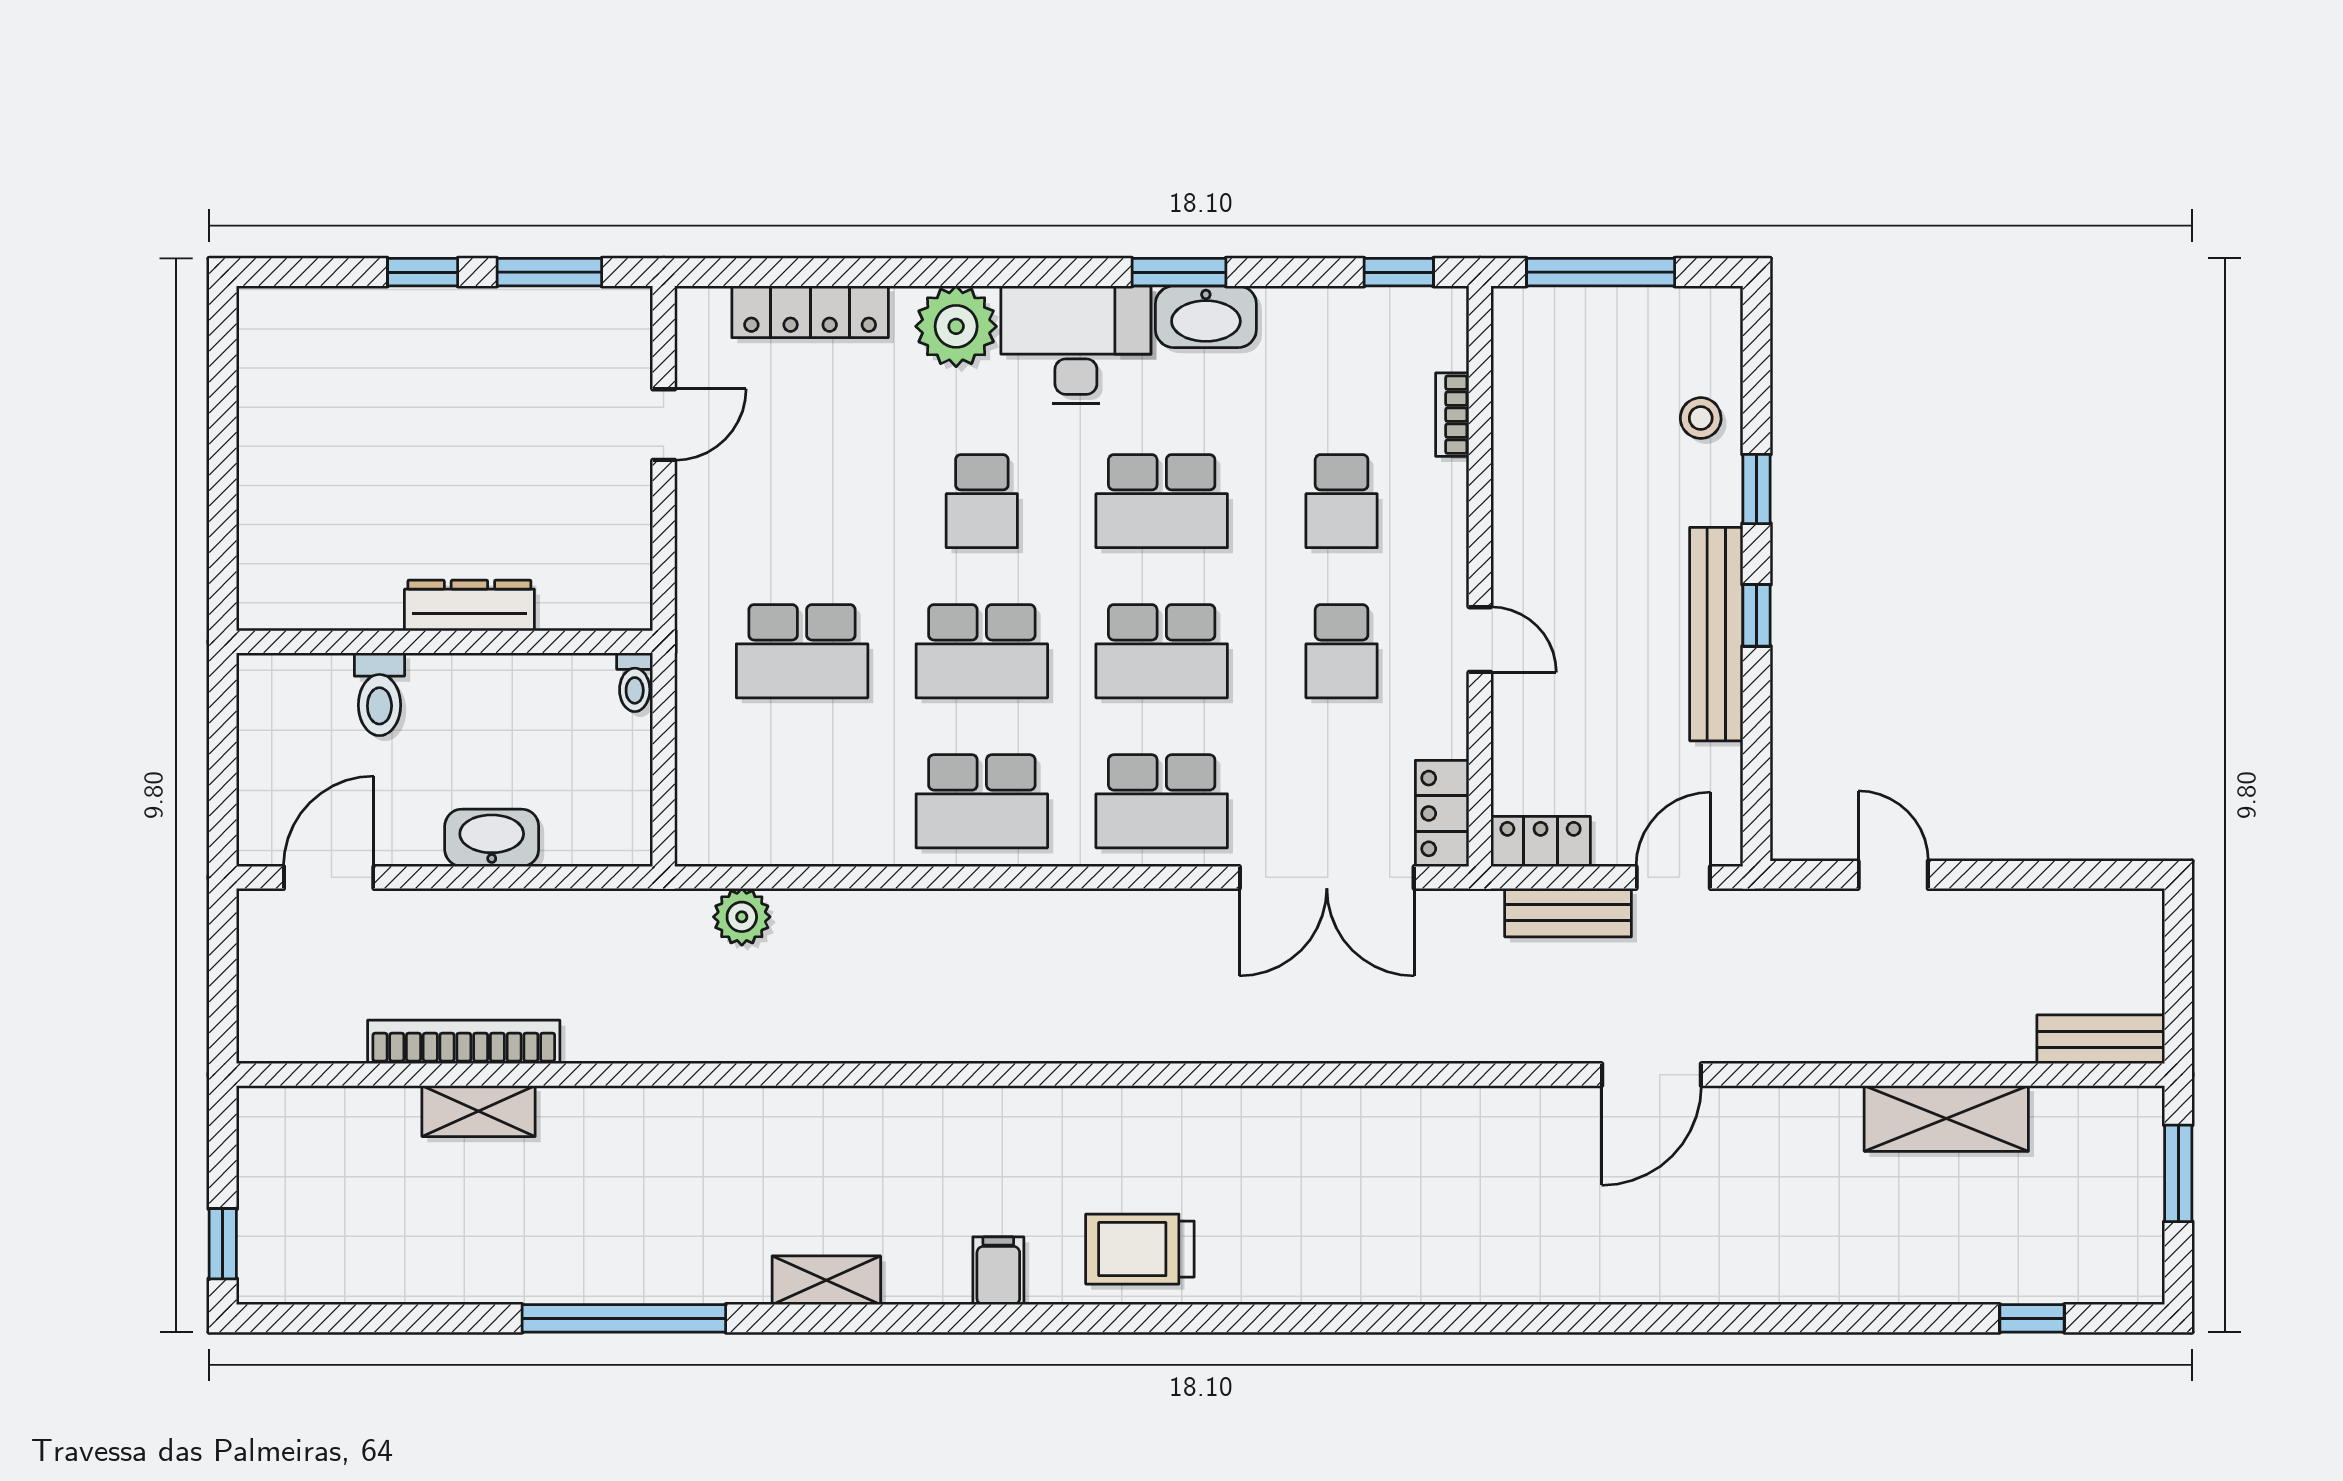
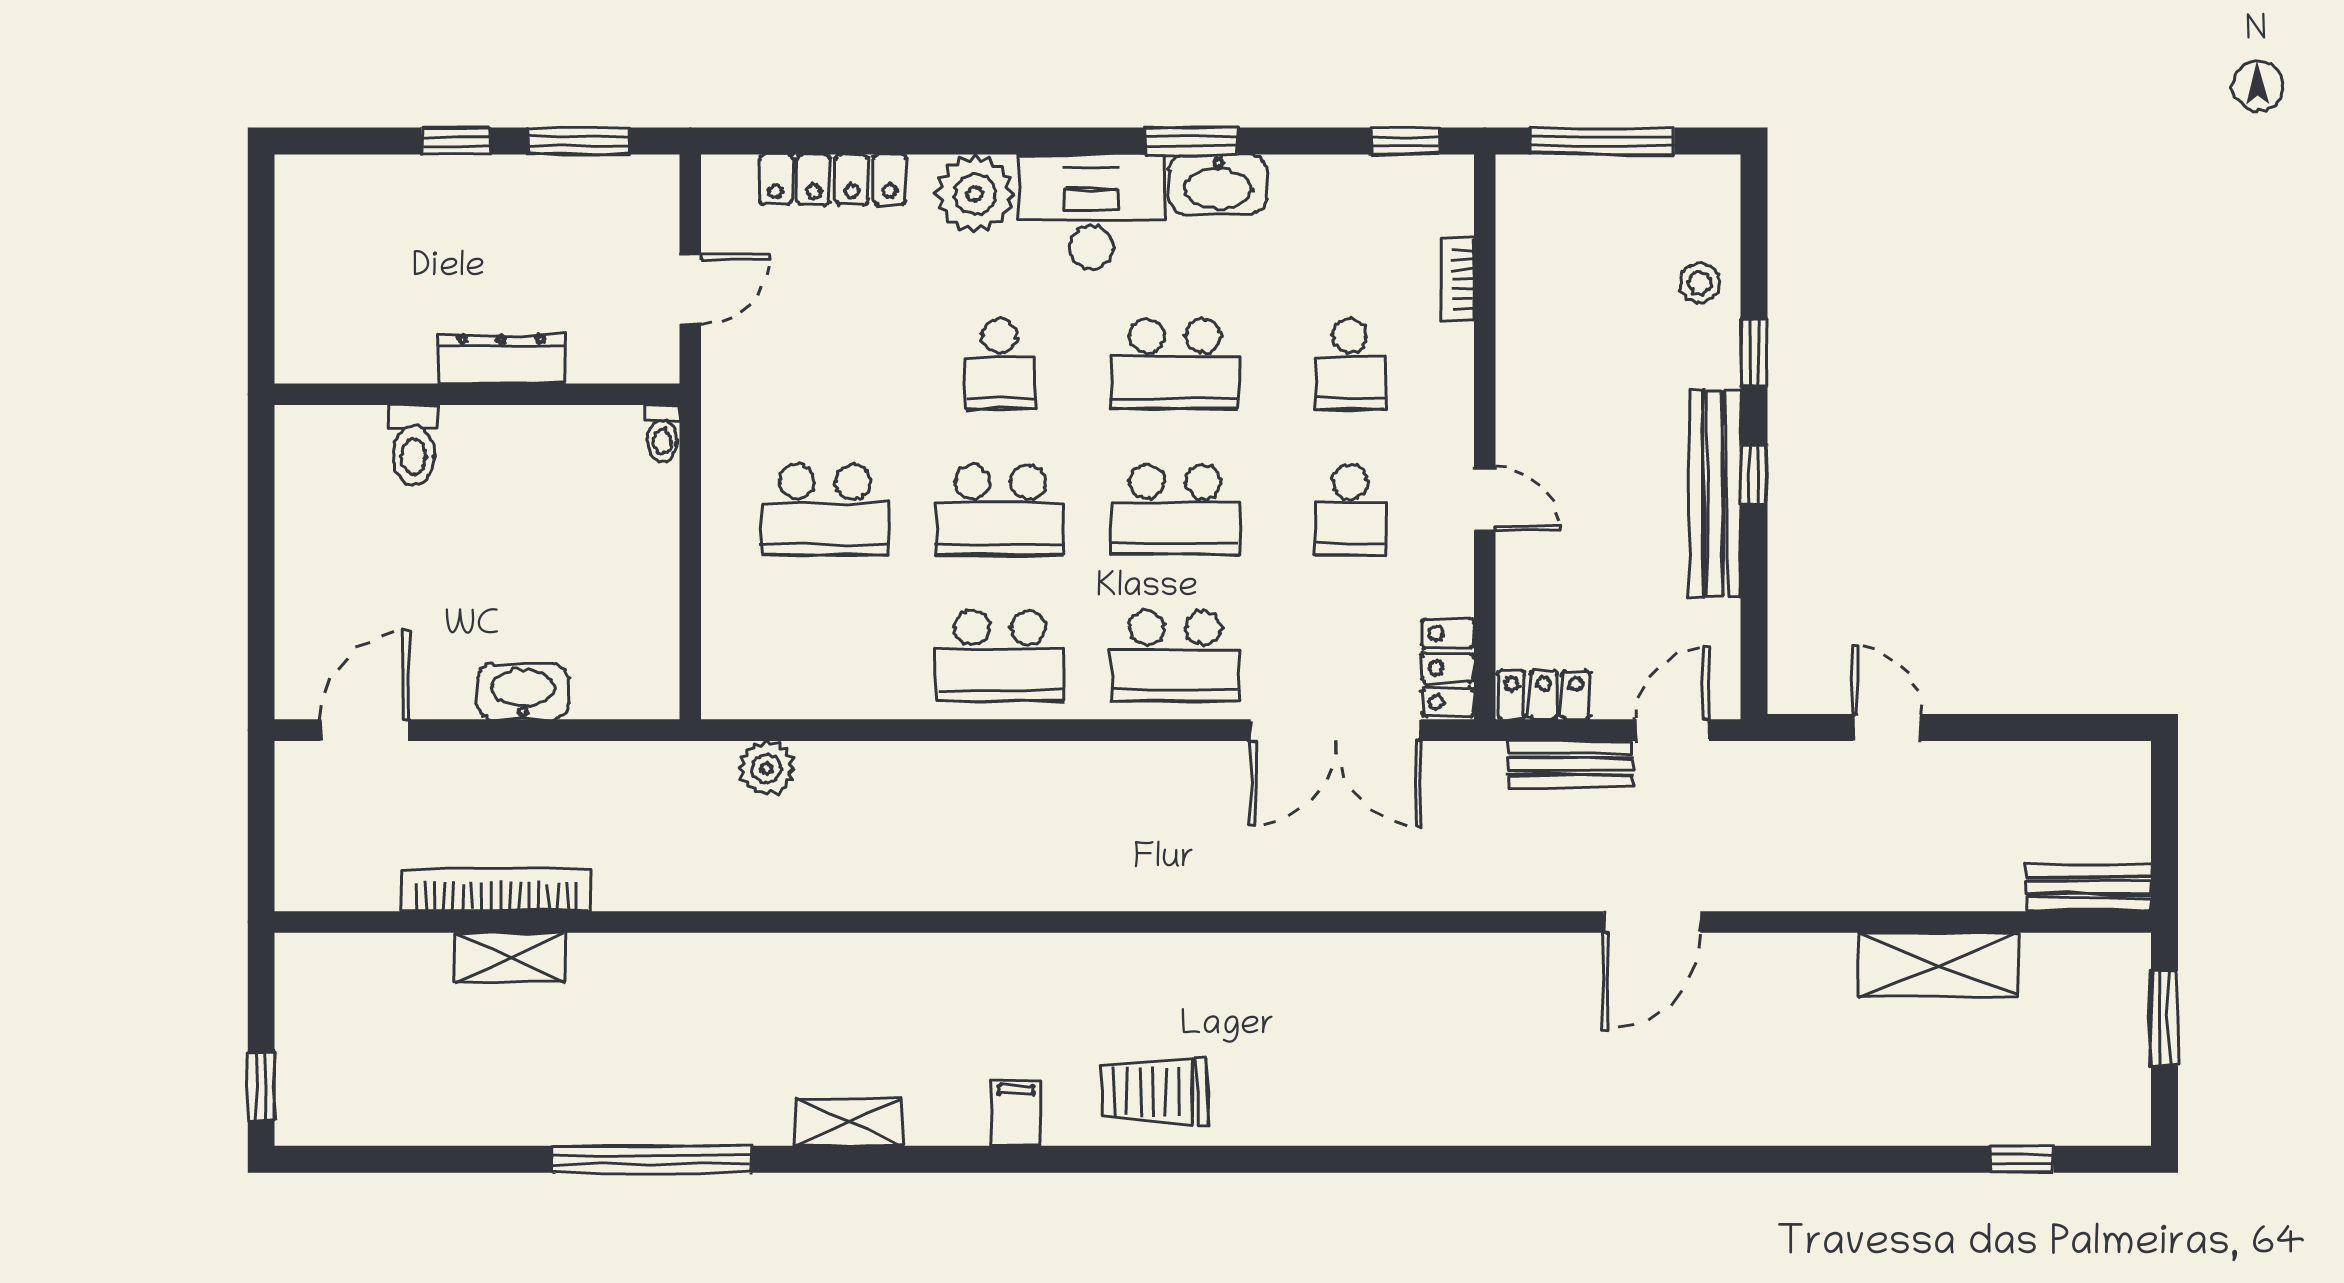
dresser: (469, 606) -> (501, 359), moved
wall: (445, 642) -> (477, 394), moved
toilet: (635, 682) -> (662, 433), moved
toilet: (379, 694) -> (414, 445), moved

